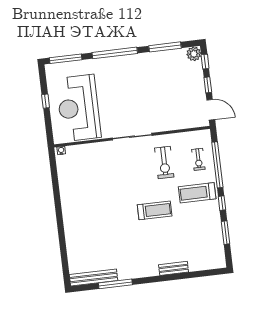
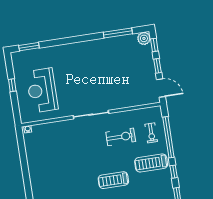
window: (115, 53) -> (73, 40), removed
window: (66, 59) -> (29, 47), width x0.69
reception desk: (79, 108) -> (42, 90), width x0.74, depth x0.77
exercise bike: (164, 163) -> (121, 137), turned -90
treadmill: (155, 210) -> (113, 180), turned 180

